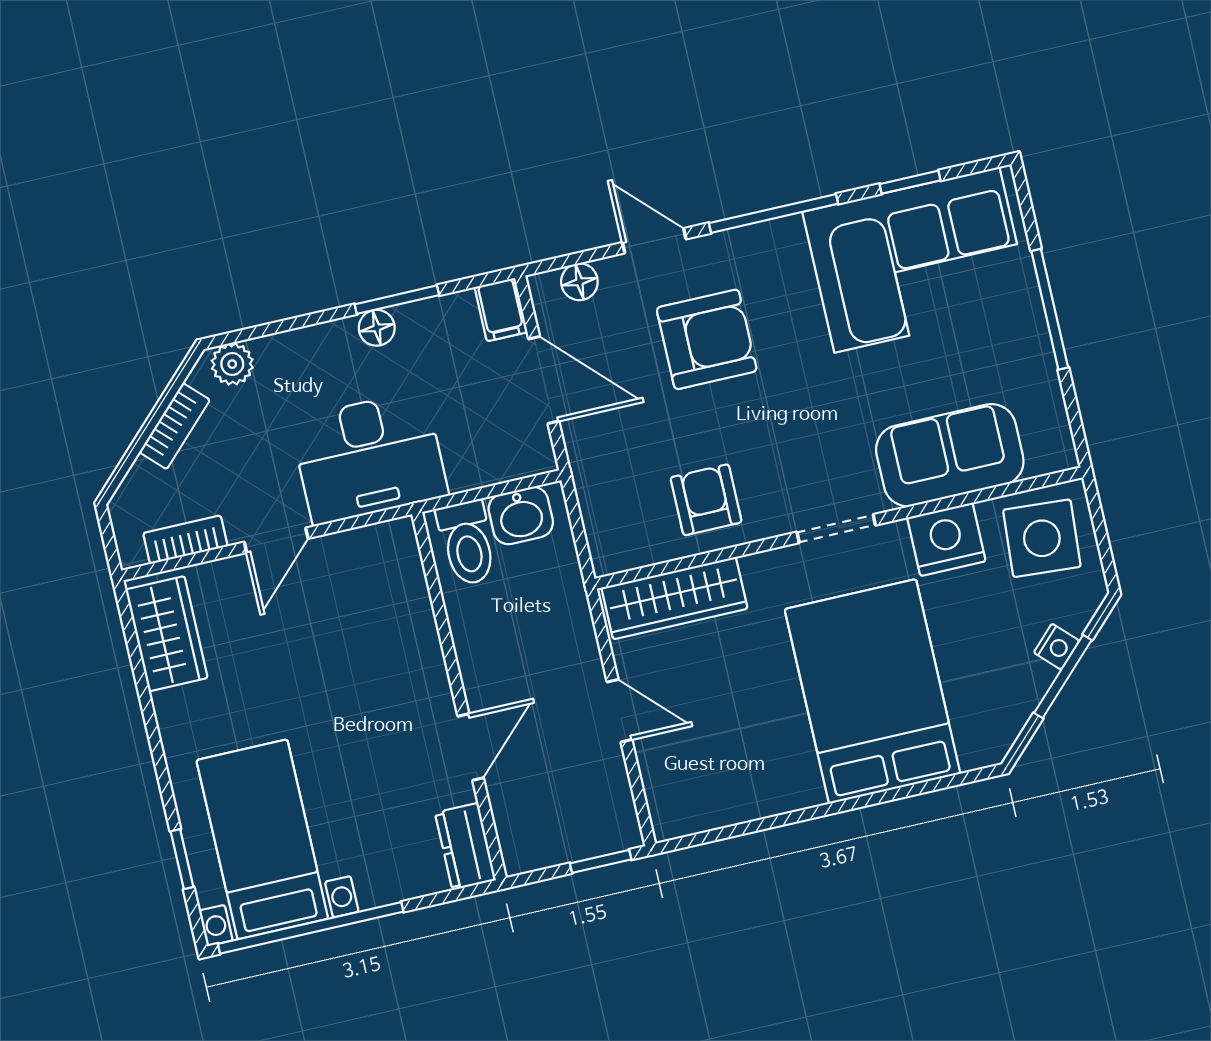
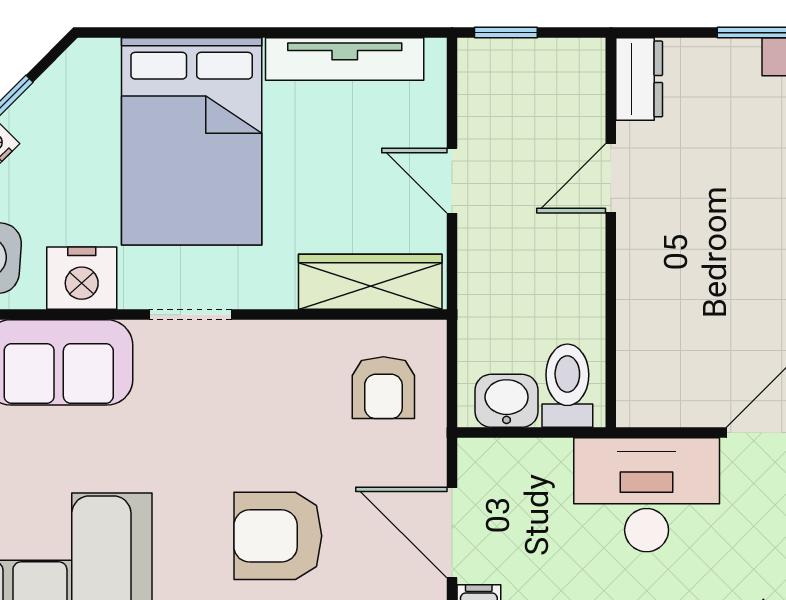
armchair: (706, 500) -> (383, 388), moved
tv unit: (746, 802) -> (345, 59), added

